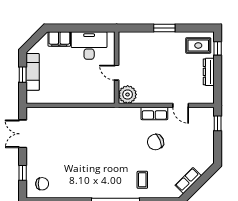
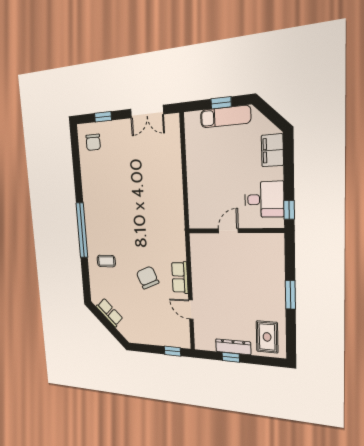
window: (102, 28) -> (289, 210), added
desk: (89, 45) -> (264, 199), width x0.73
window: (218, 48) -> (231, 357), moved
plant: (128, 94) -> (201, 245), removed
door: (181, 105) -> (191, 310), hinge flipped
double door: (23, 134) -> (147, 112), swing flipped

